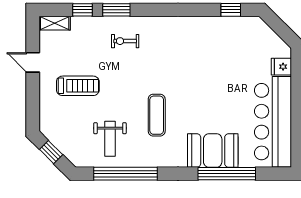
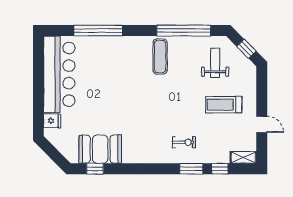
exercise mat: (157, 115) -> (160, 57), moved
weight bench: (110, 139) -> (215, 63), moved
booth: (213, 151) -> (100, 149), moved

